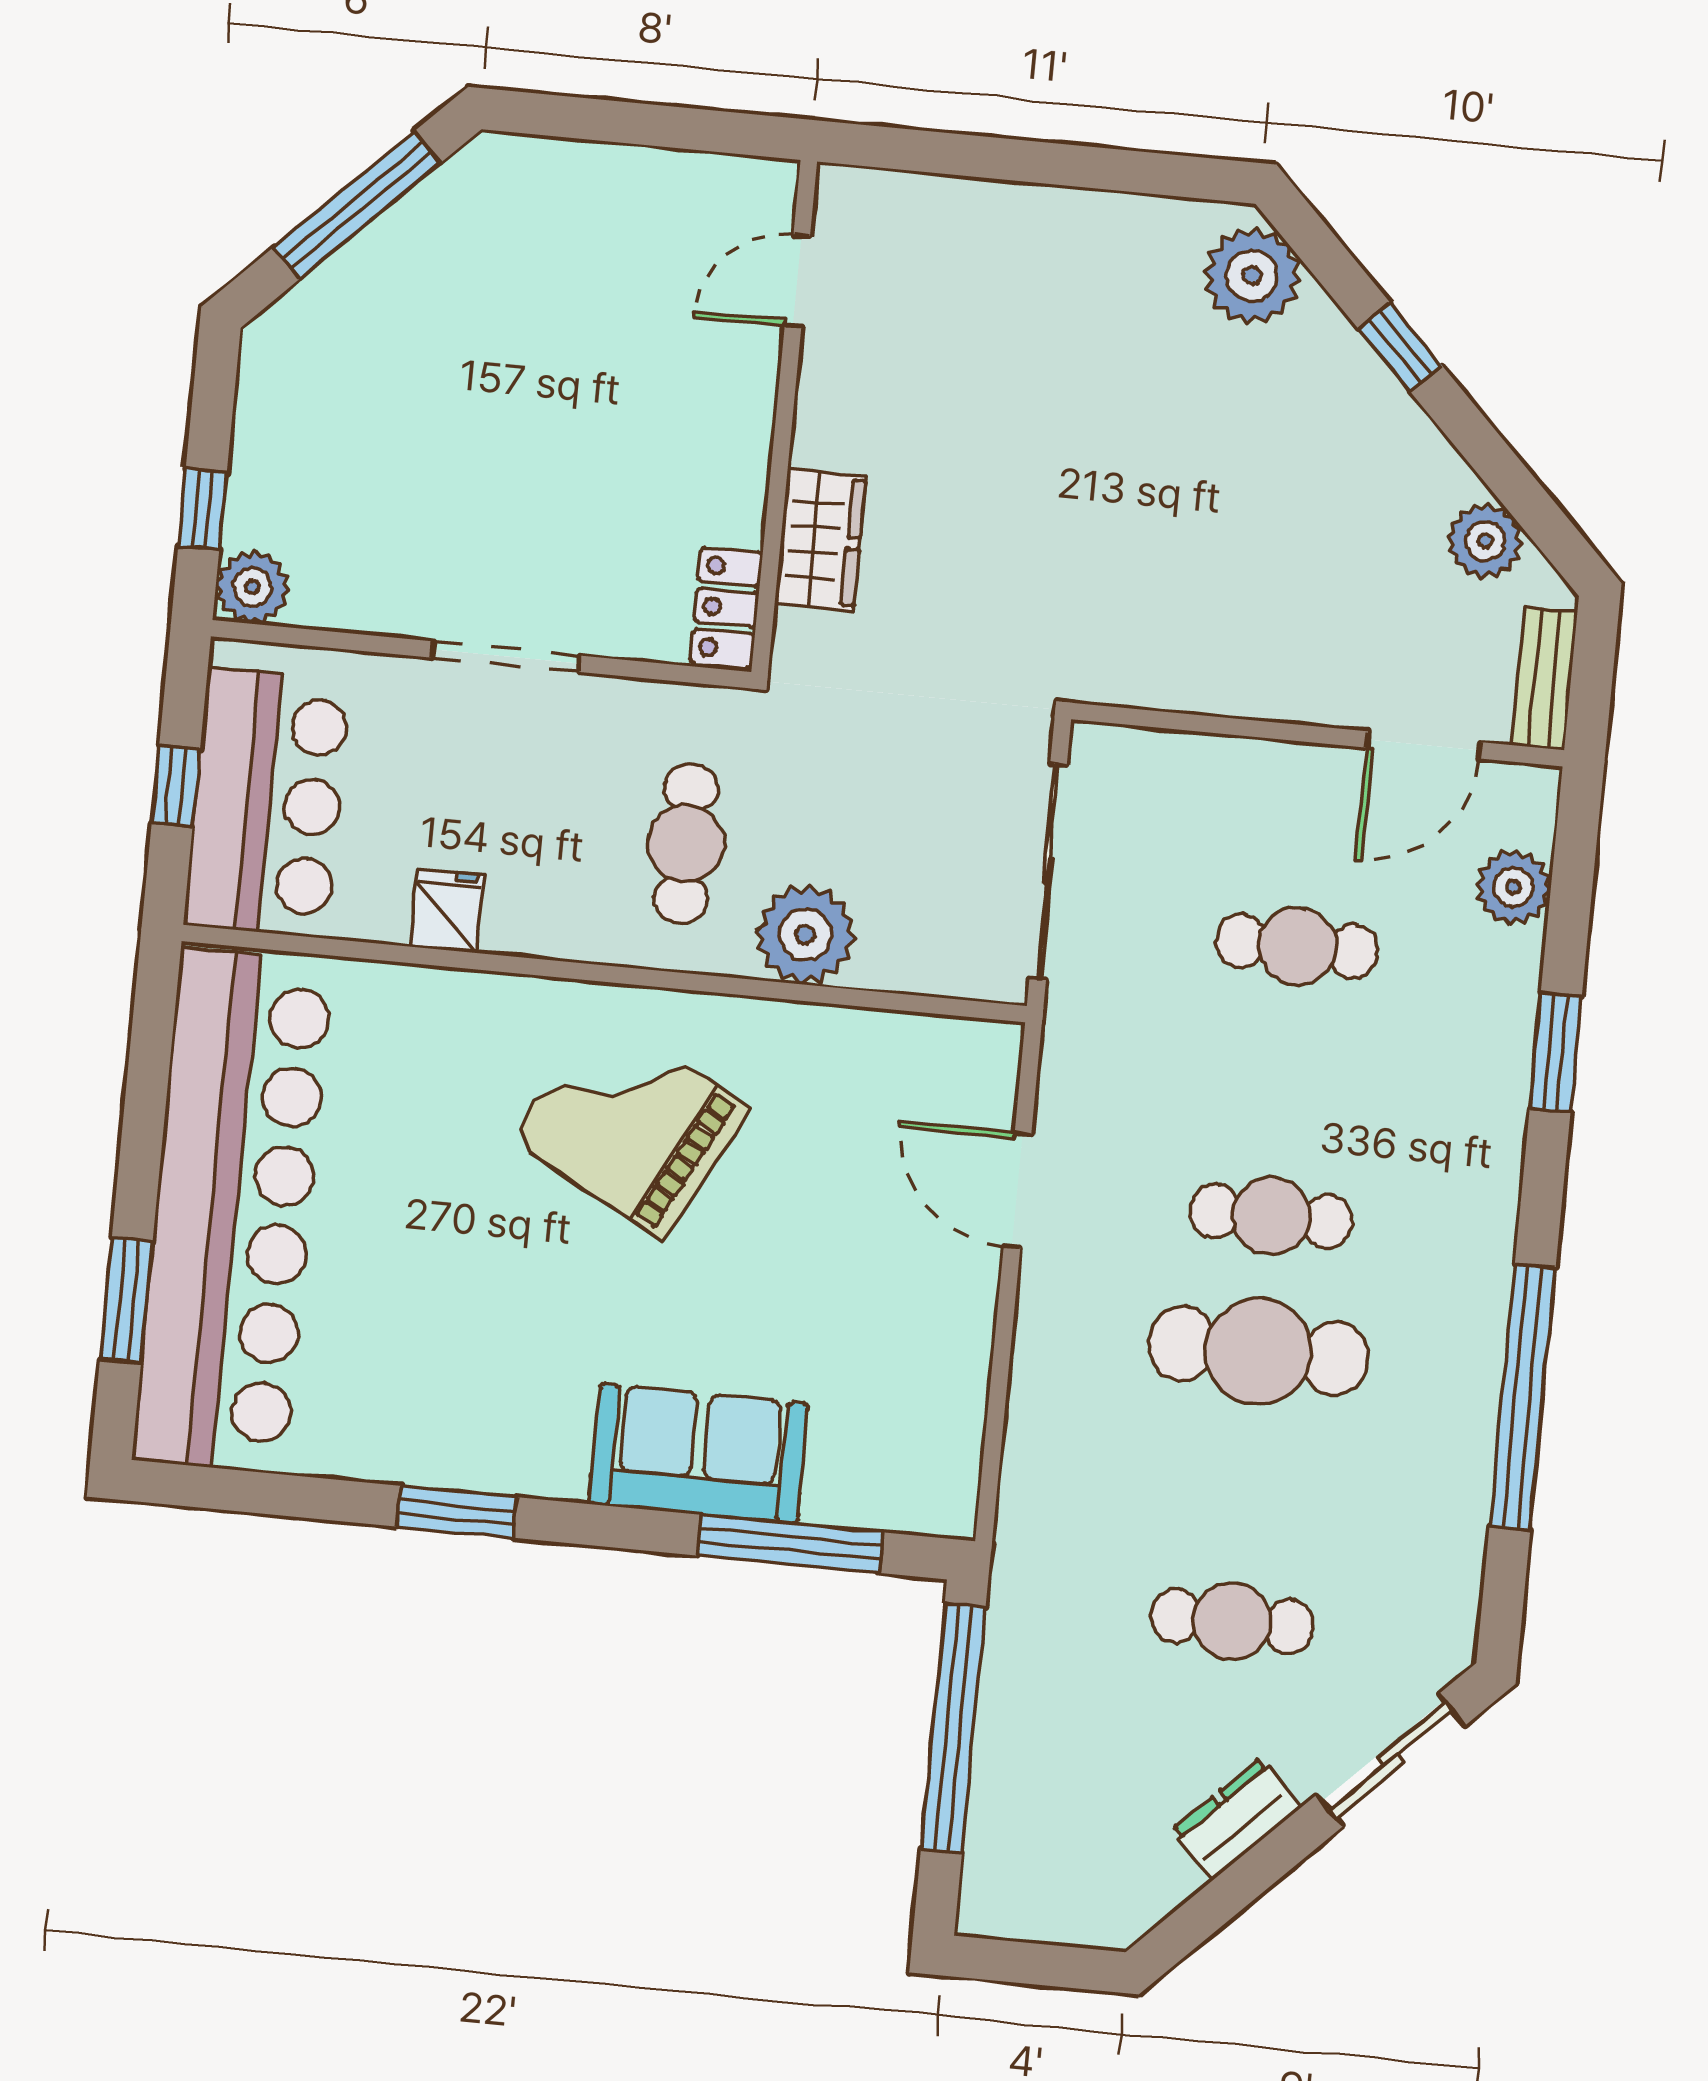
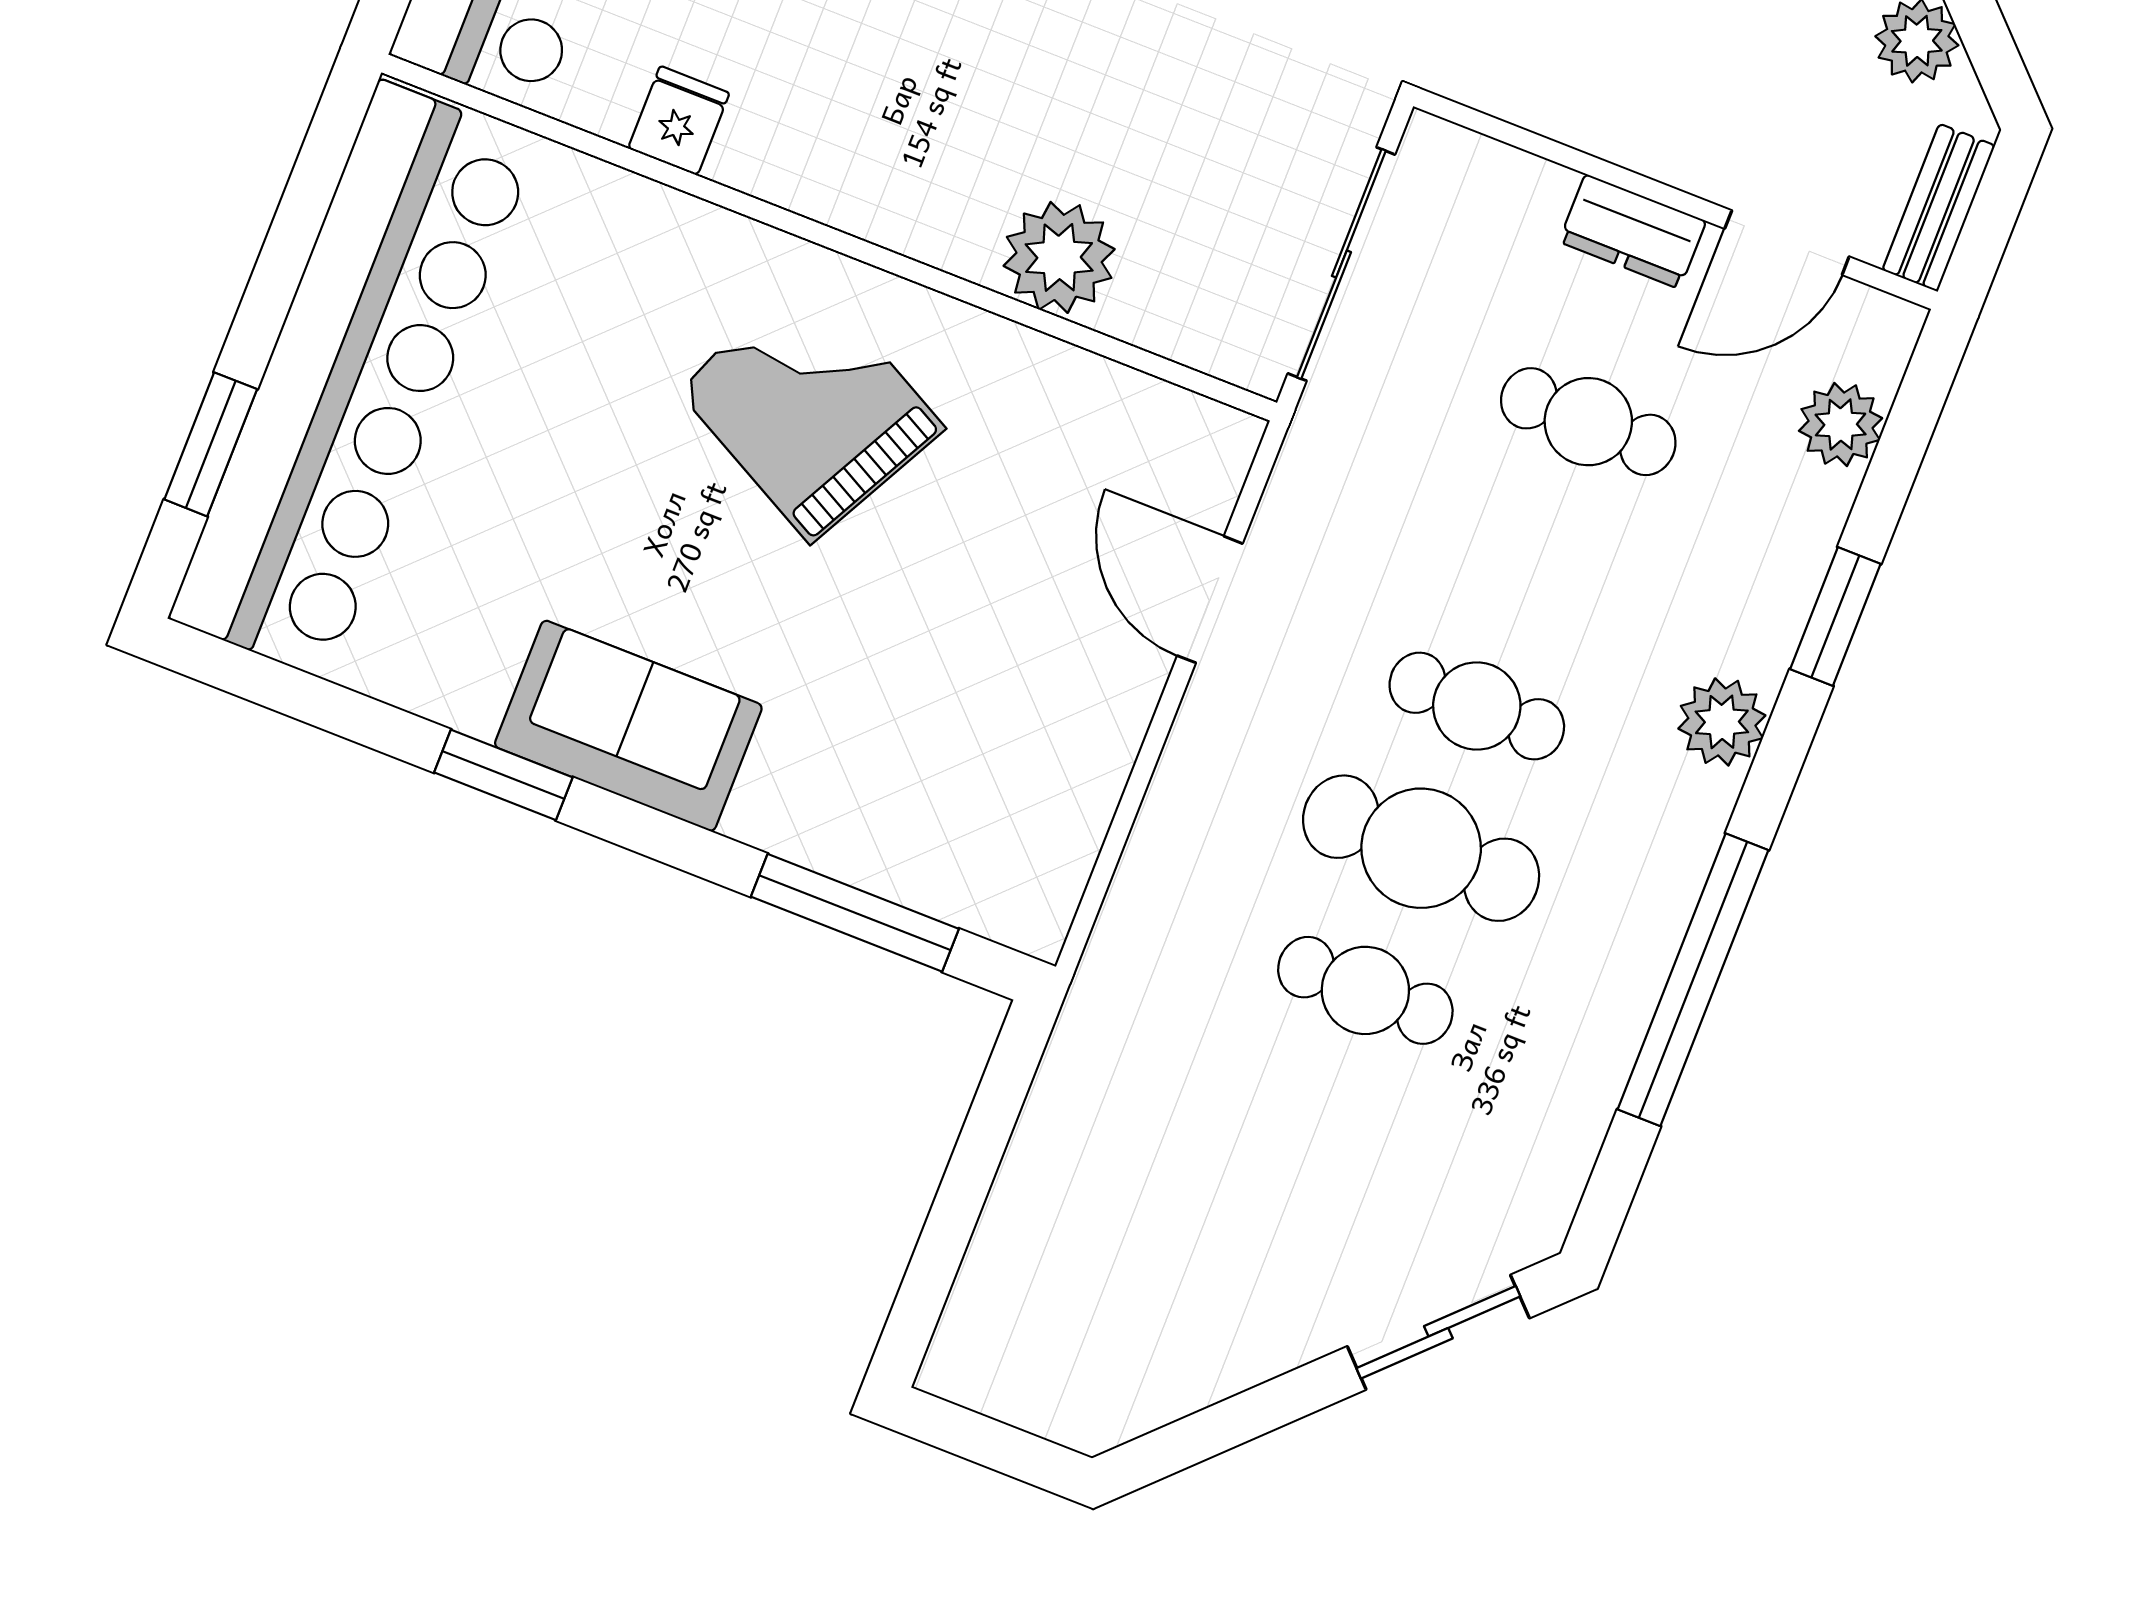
cafe table: (686, 844) -> (958, 122), removed
plant: (1484, 1170) -> (1722, 722), added
sofa: (699, 1454) -> (628, 726), moved
cafe table: (1232, 1621) -> (1365, 990), moved
window: (953, 1728) -> (975, 1162), removed
dresser: (1237, 1819) -> (1632, 231), moved, turned -135

